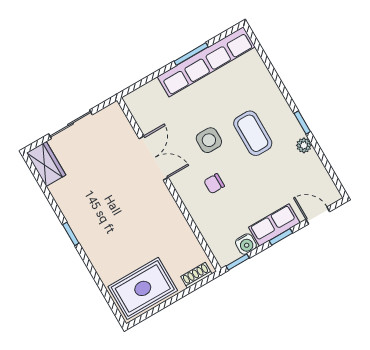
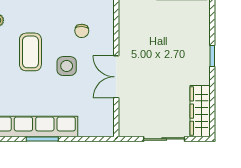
wardrobe: (46, 164) -> (200, 111), width x1.50
chair: (214, 184) -> (82, 31), turned 93

